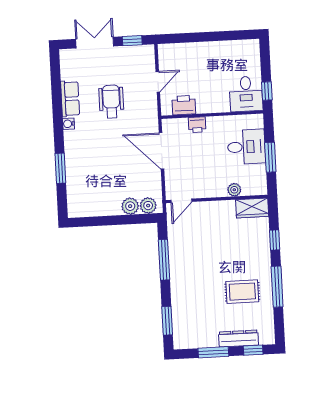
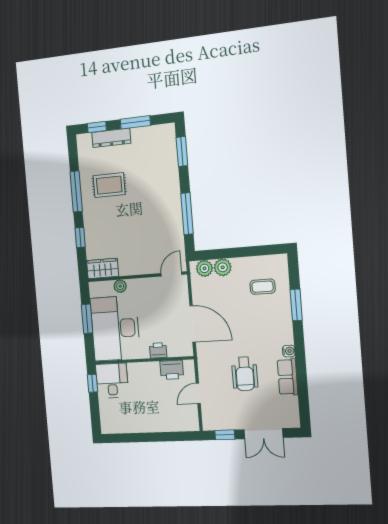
desk: (246, 147) -> (115, 328), width x1.87, depth x1.30
coffee table: (92, 186) -> (263, 287), added

